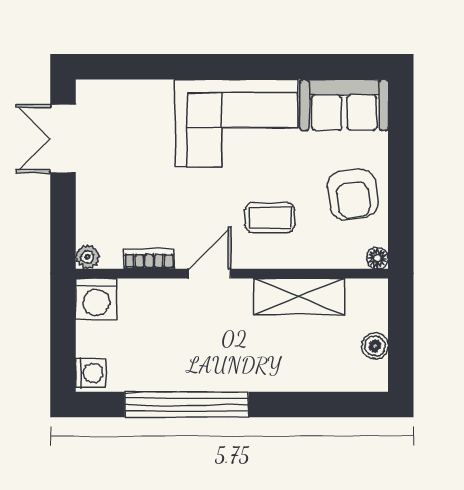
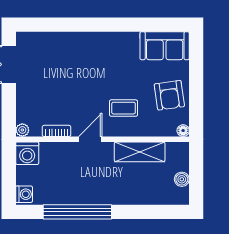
corner sofa: (236, 123) -> (105, 56), removed

